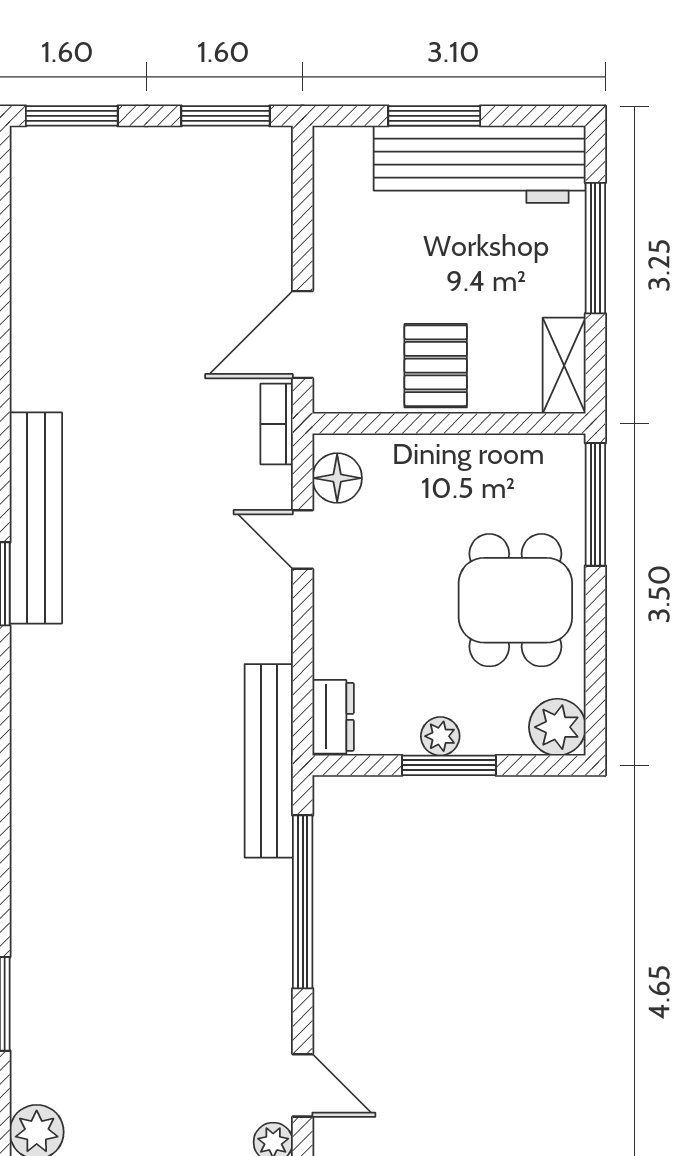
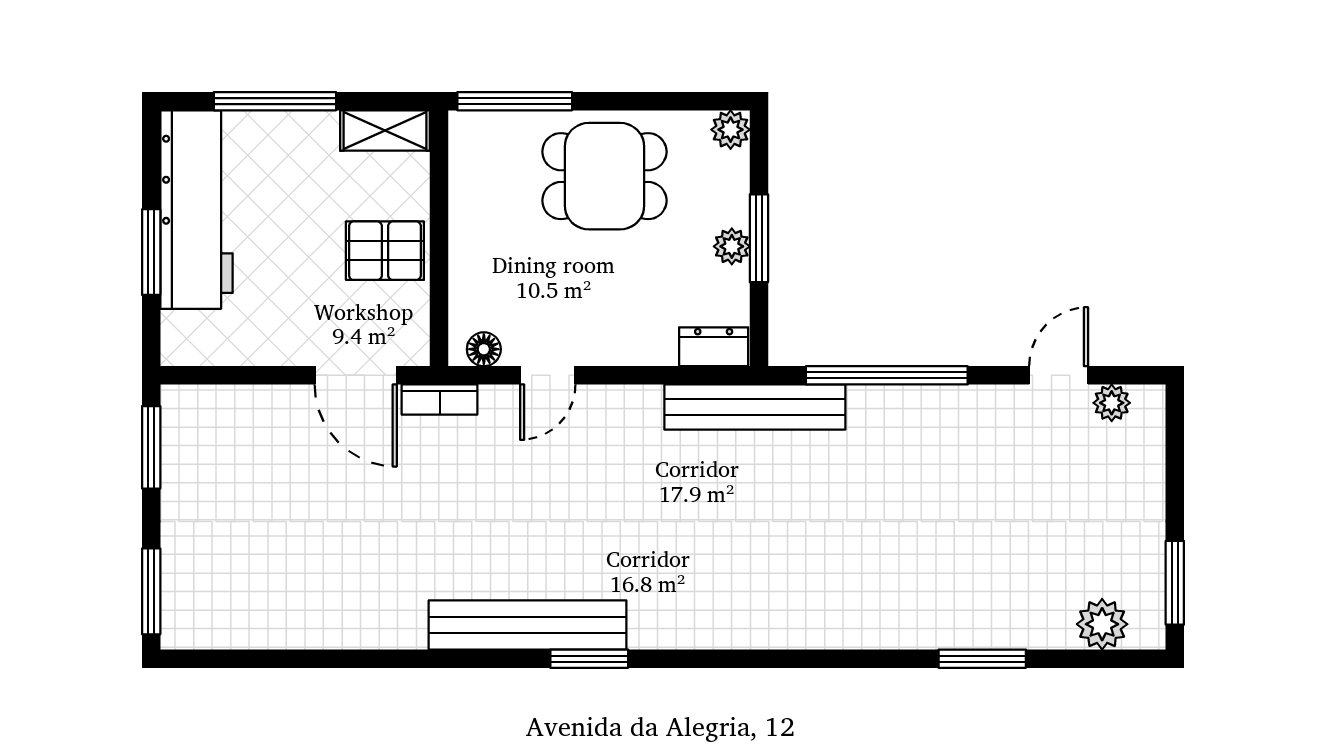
floor lamp: (337, 478) -> (484, 349), width x0.73, depth x0.73
plant: (557, 727) -> (731, 130), width x0.73, depth x0.73

